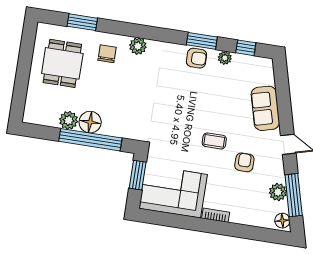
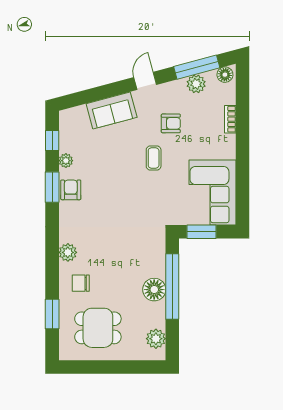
plant: (69, 120) -> (156, 339), moved
armchair: (244, 162) -> (171, 123), turned 180
bookcase: (216, 215) -> (230, 119), moved

